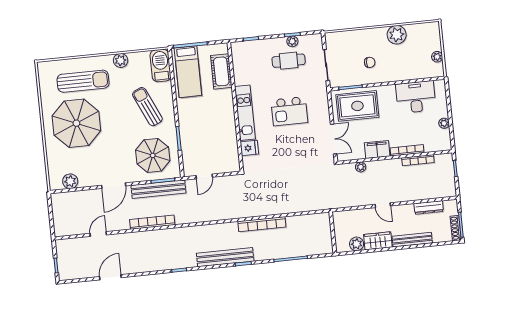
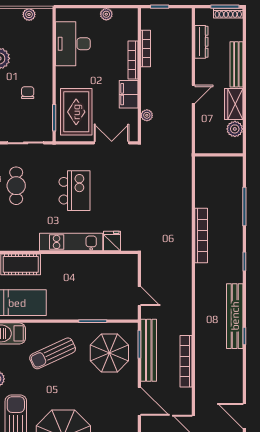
bench: (225, 257) -> (235, 316), moved

